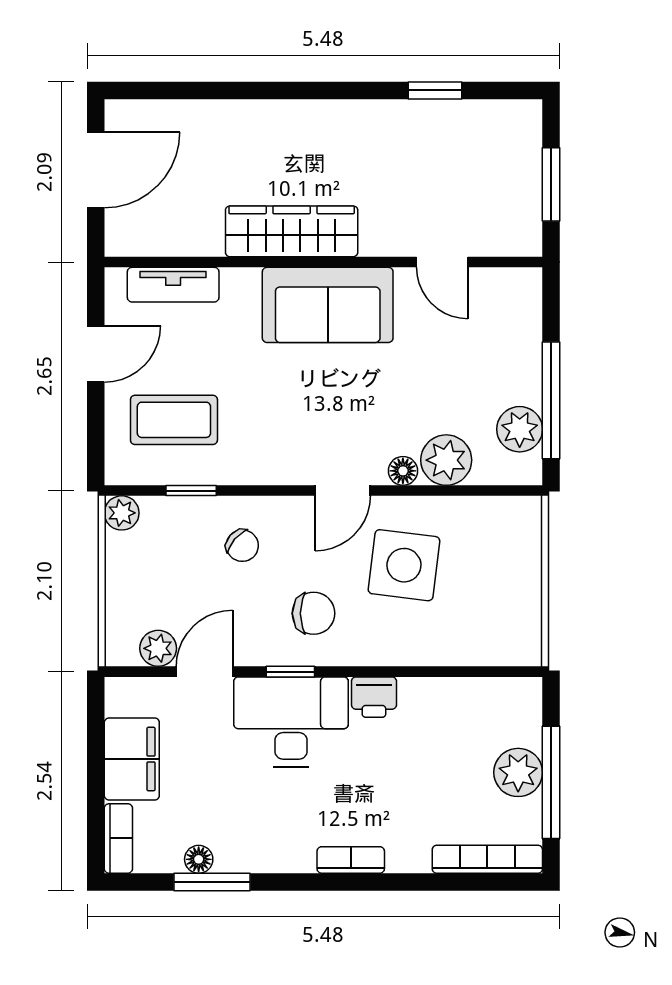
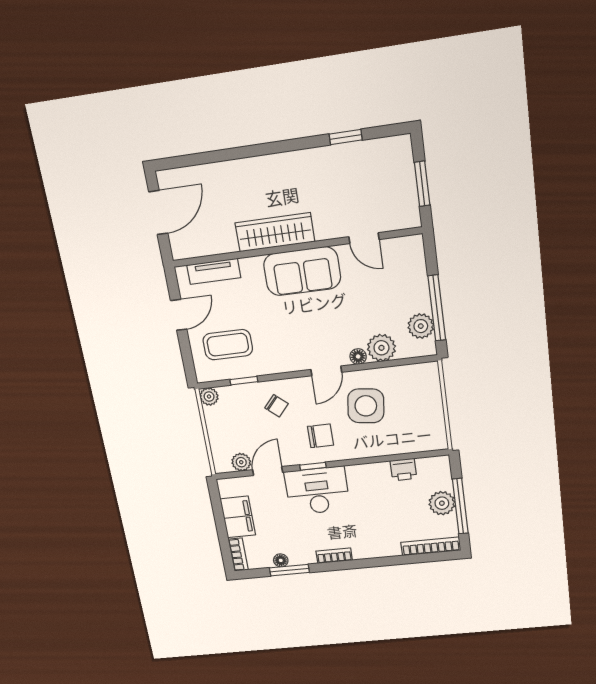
printer: (374, 697) -> (403, 470), moved
bookcase: (351, 860) -> (334, 556), moved

